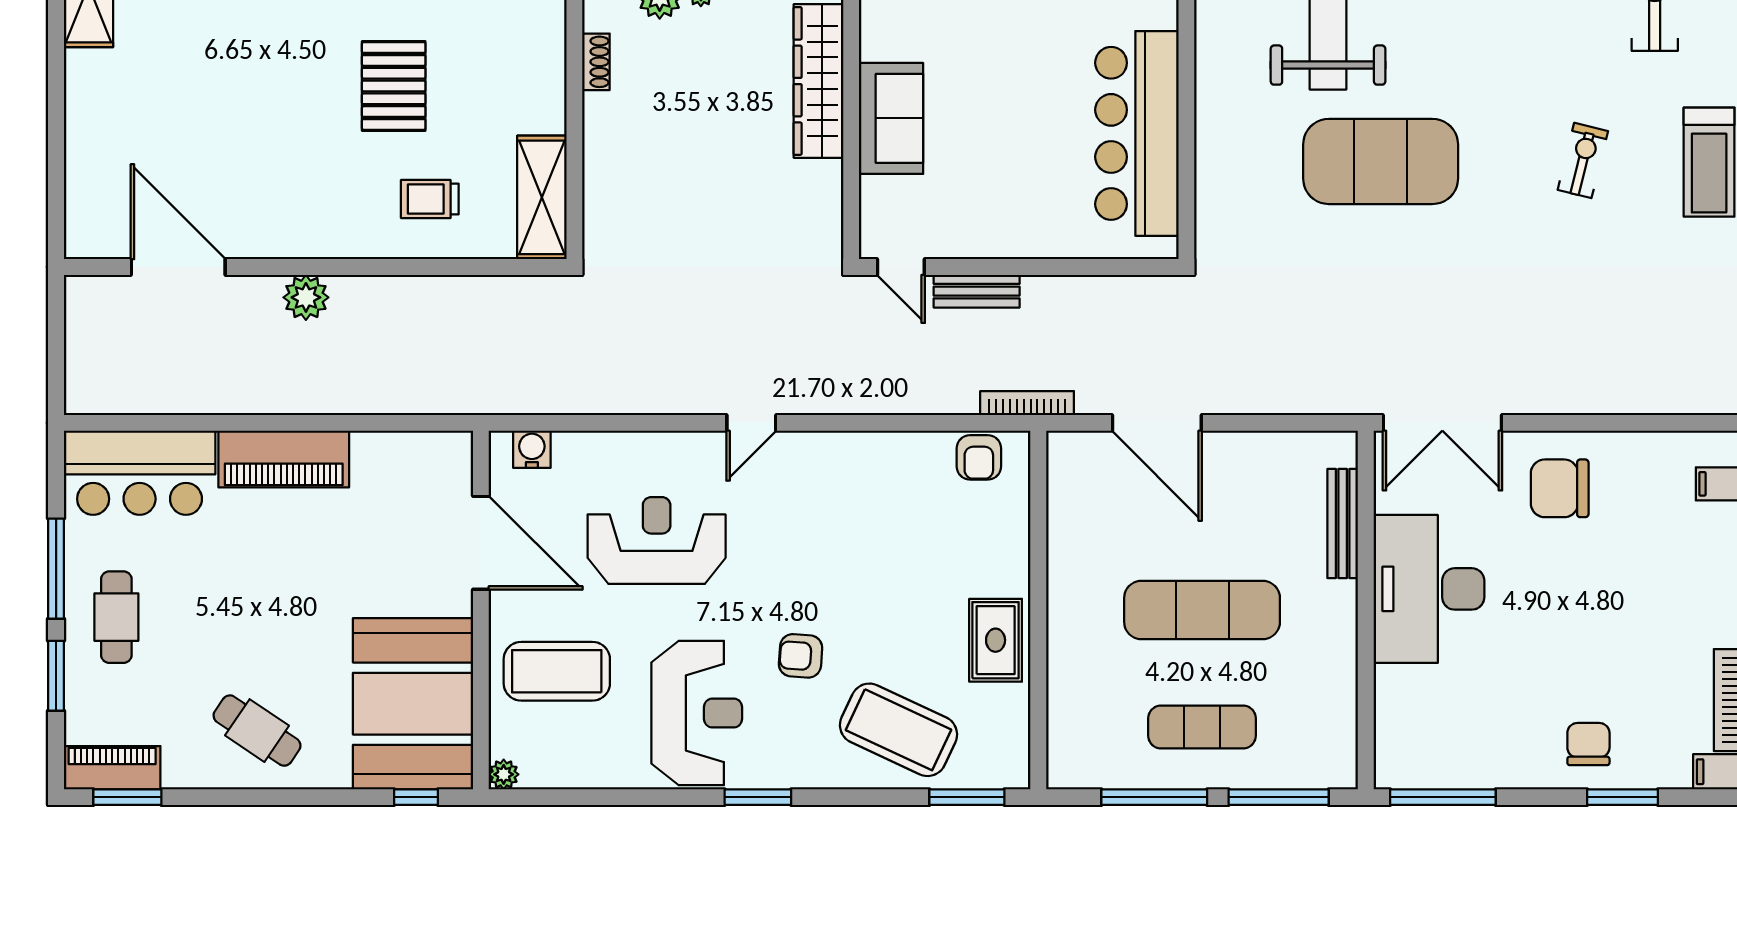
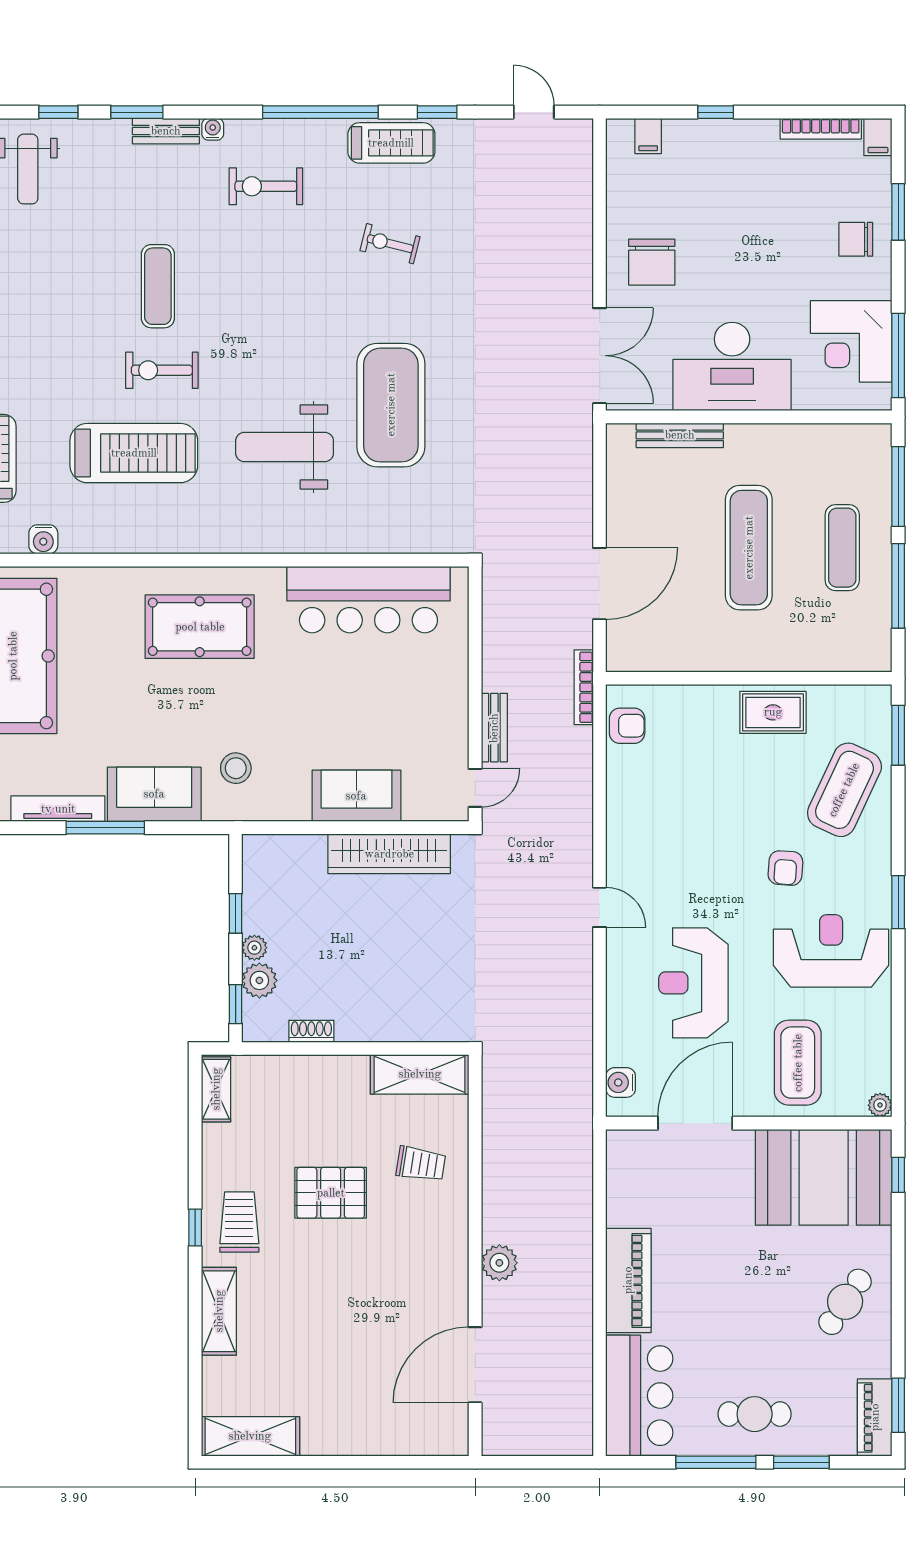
wardrobe: (819, 81) -> (389, 854), moved
trolley: (430, 199) -> (421, 1164), turned -81
corner desk: (1460, 738) -> (851, 341), added

